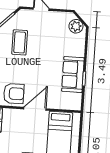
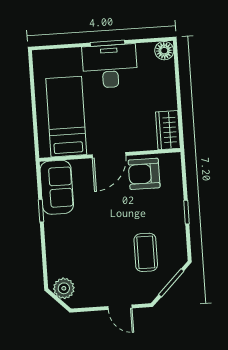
sofa: (73, 75) -> (57, 187), moved

